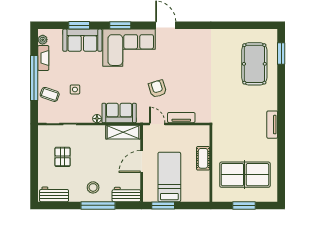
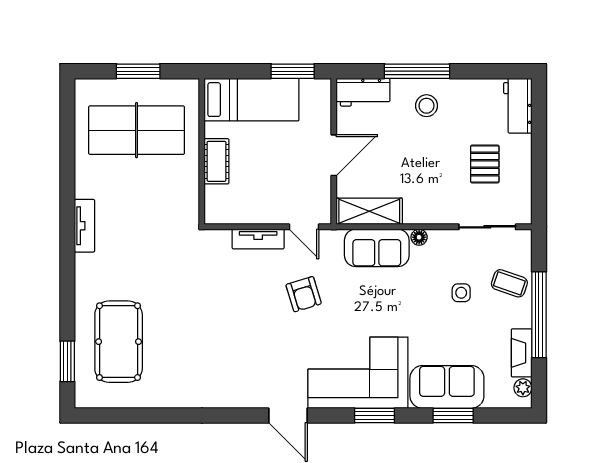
bed: (169, 177) -> (252, 100), moved, turned -90
workbench: (54, 194) -> (518, 106), moved, turned 90

